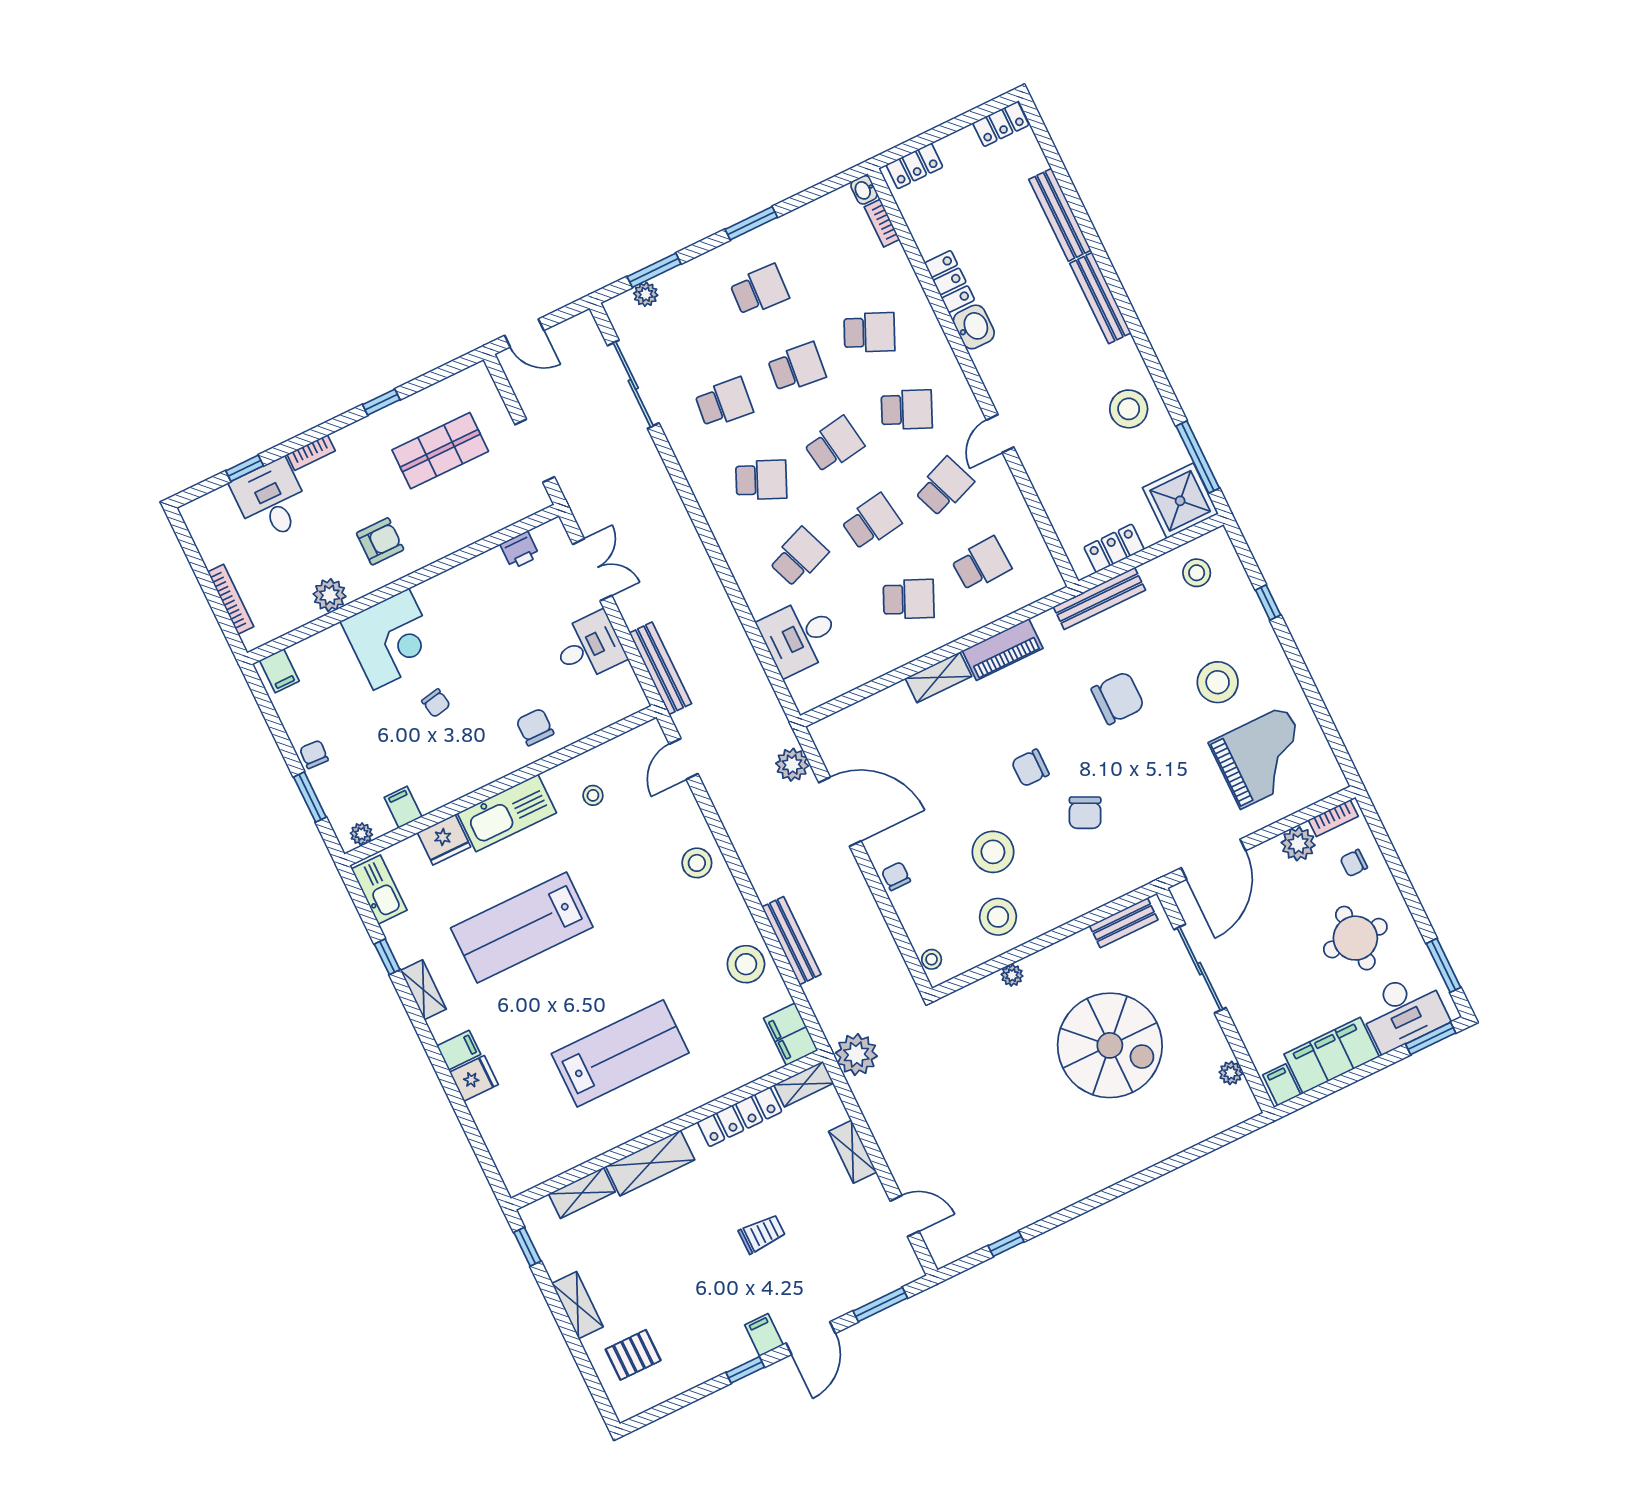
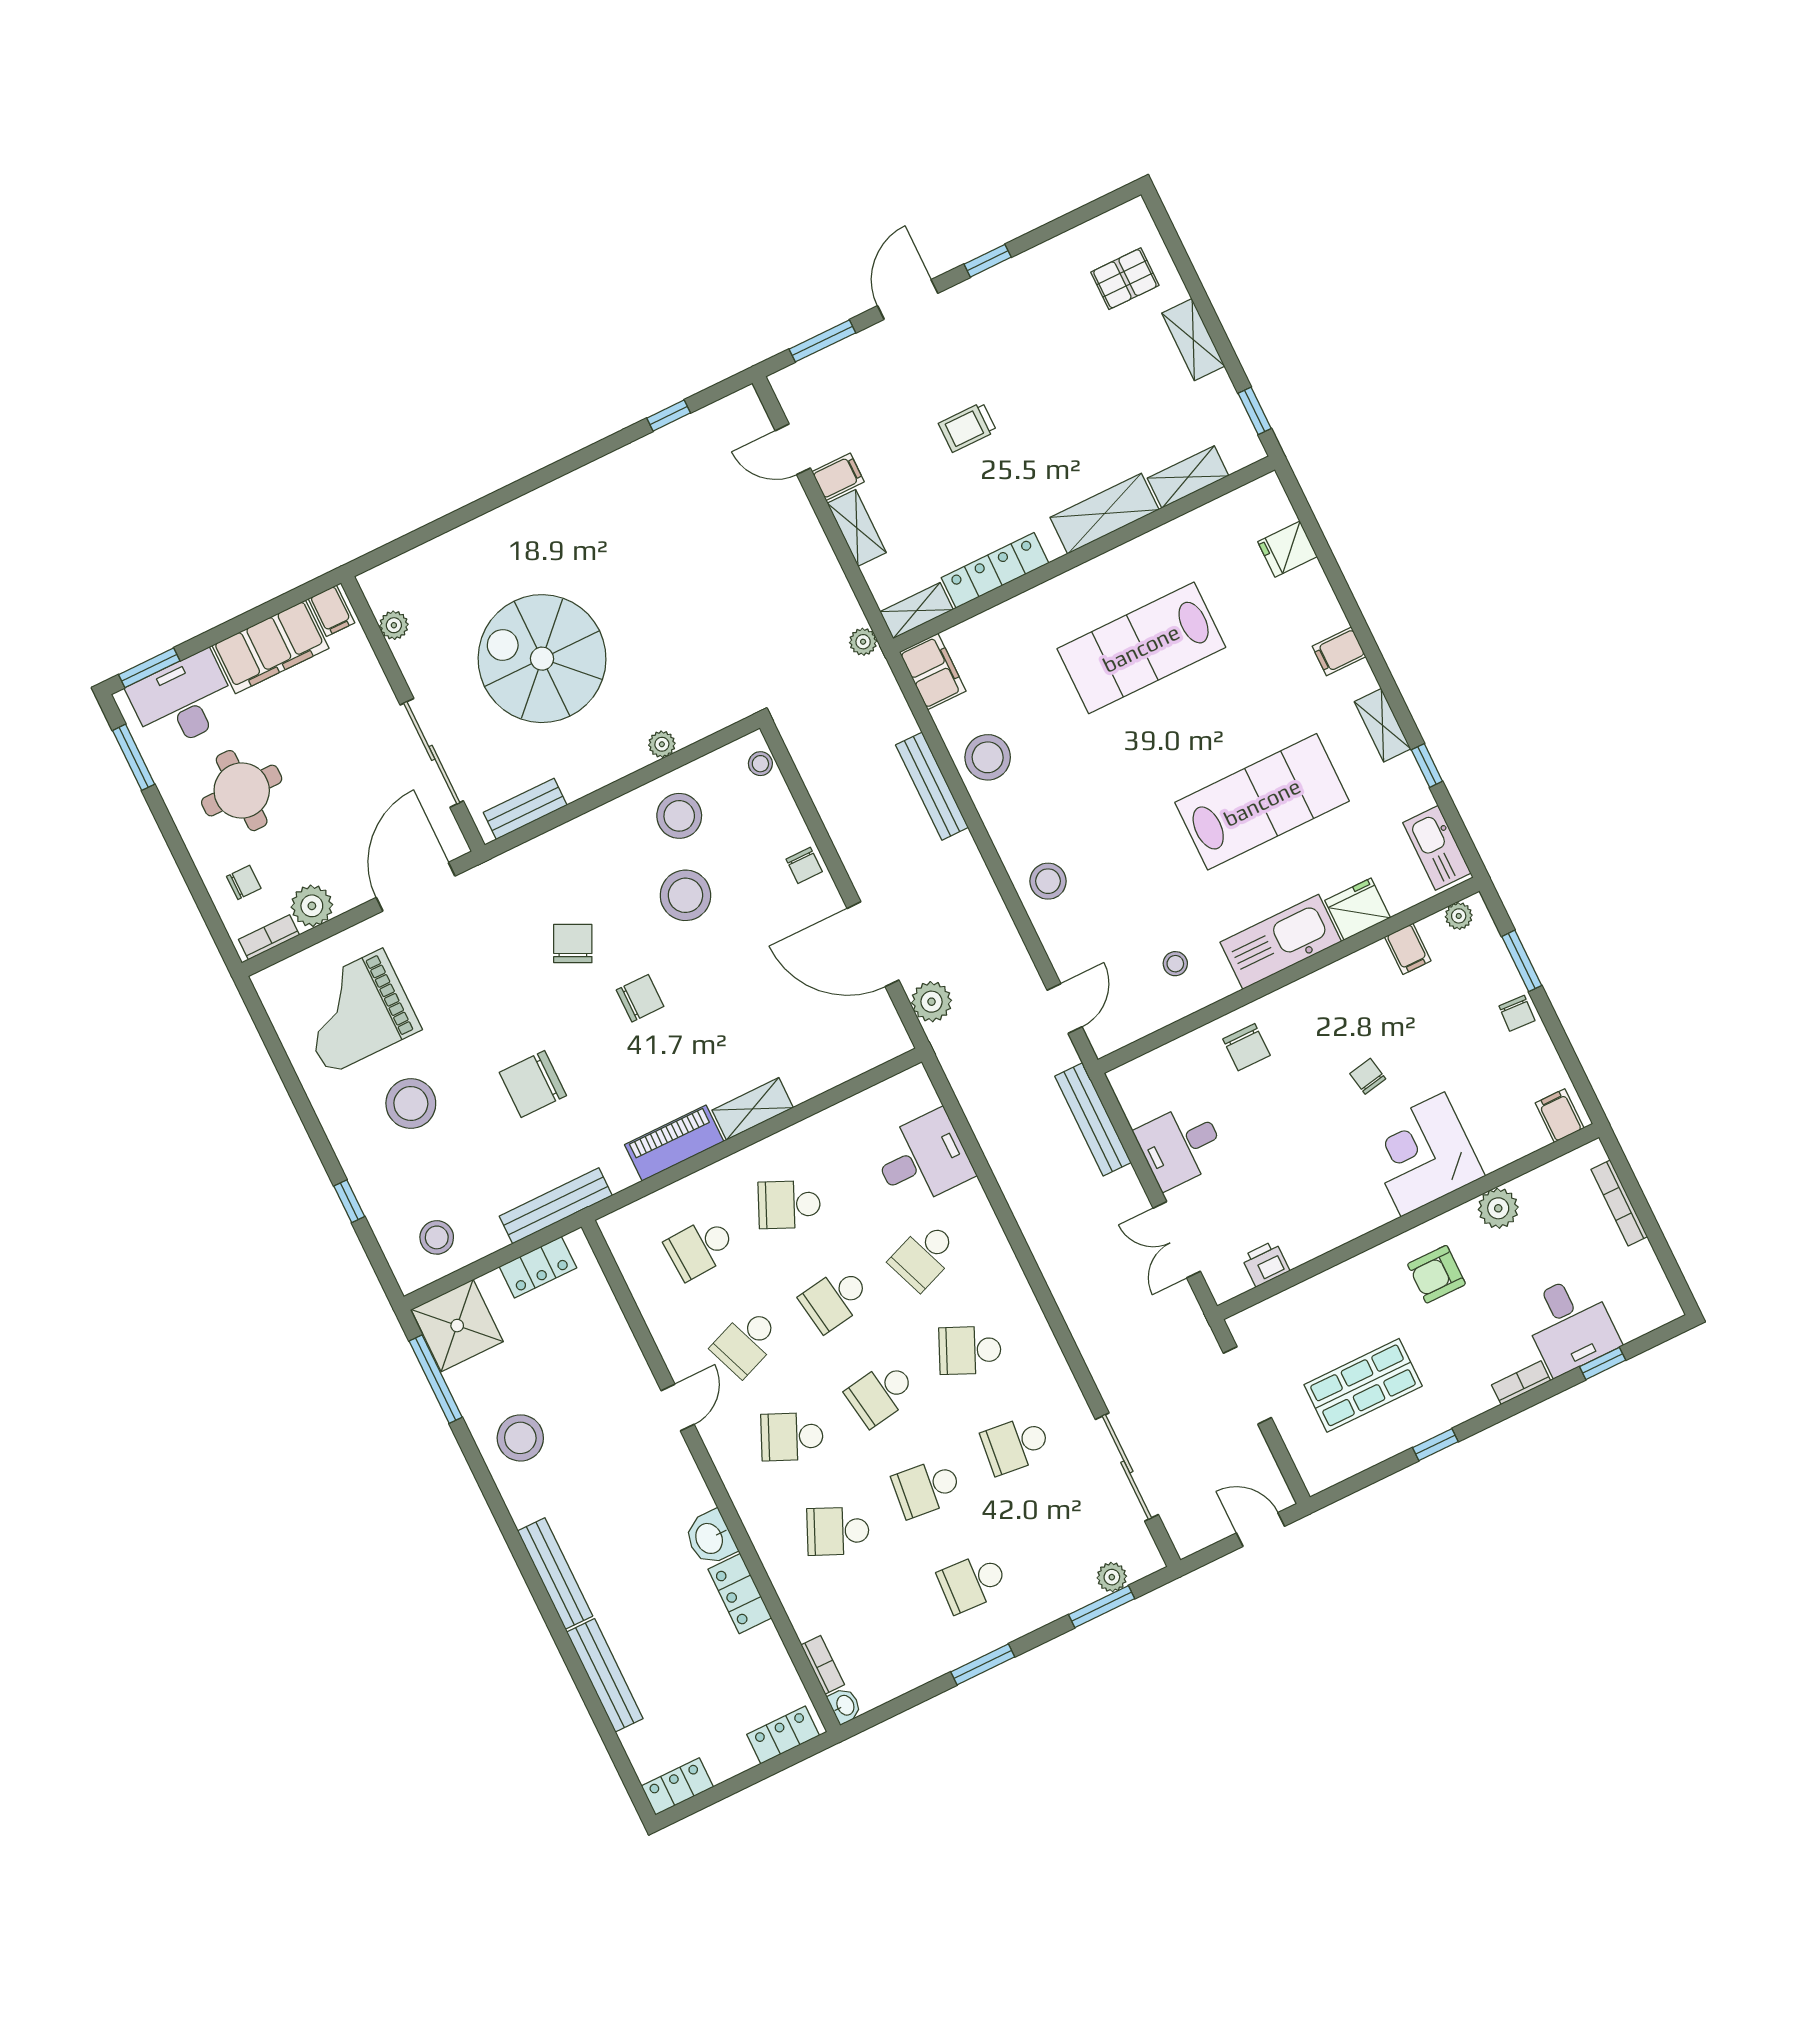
plant: (856, 1054) -> (863, 642), width x0.53, depth x0.53
fridge: (474, 1078) -> (1288, 549), moved
filing cabinet: (764, 1335) -> (838, 477), moved, turned -90

